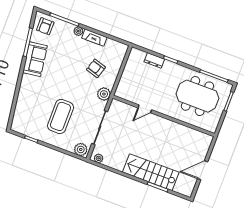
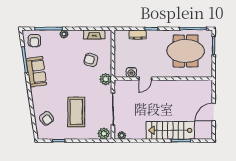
fireplace: (94, 38) -> (94, 34), moved
water cooler: (133, 97) -> (131, 72), added
armchair: (27, 111) -> (46, 118), added

